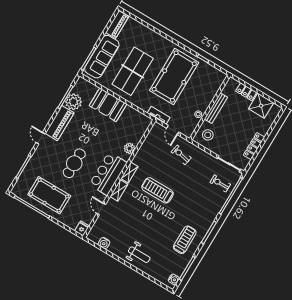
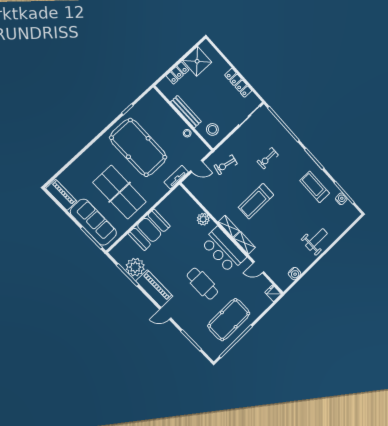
exercise bike: (220, 183) -> (268, 158), moved
water cooler: (174, 279) -> (341, 199), moved

